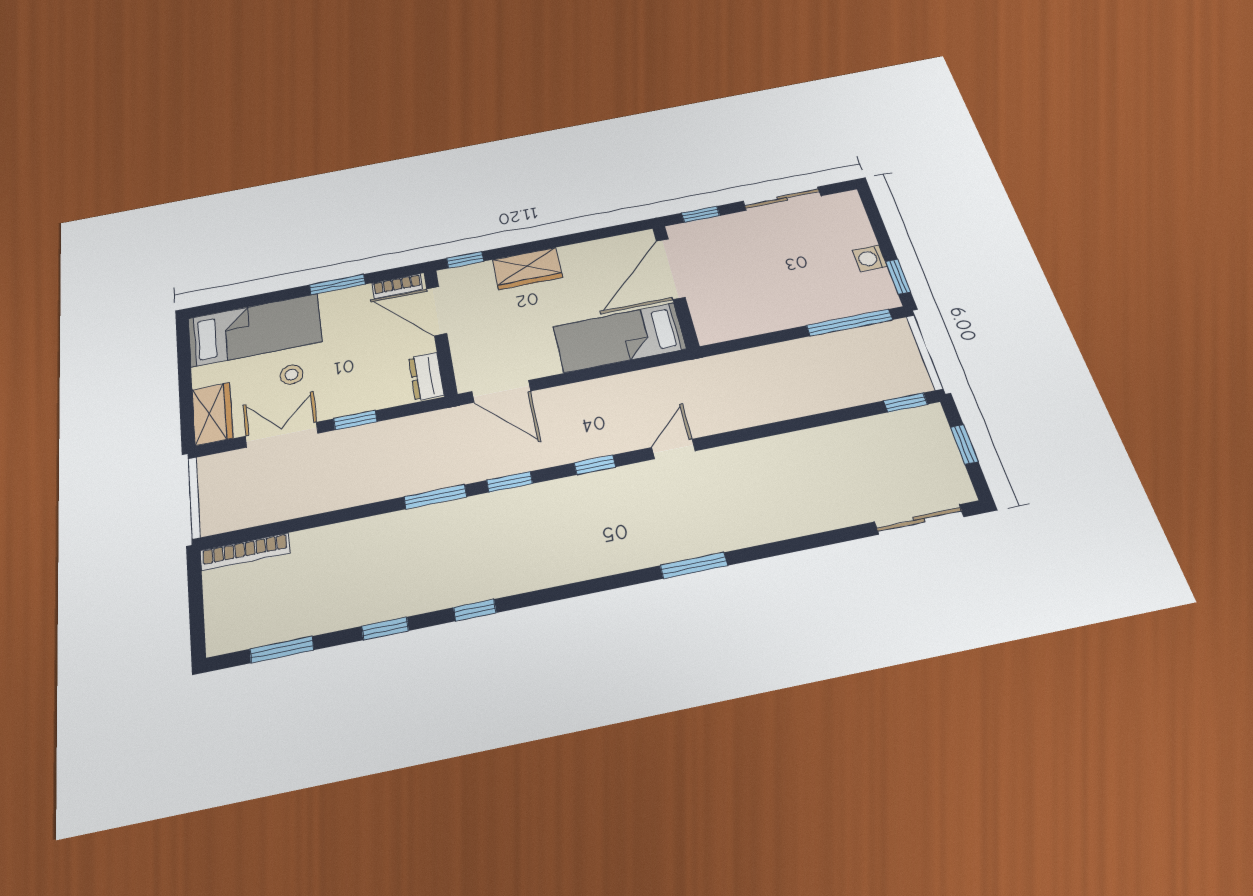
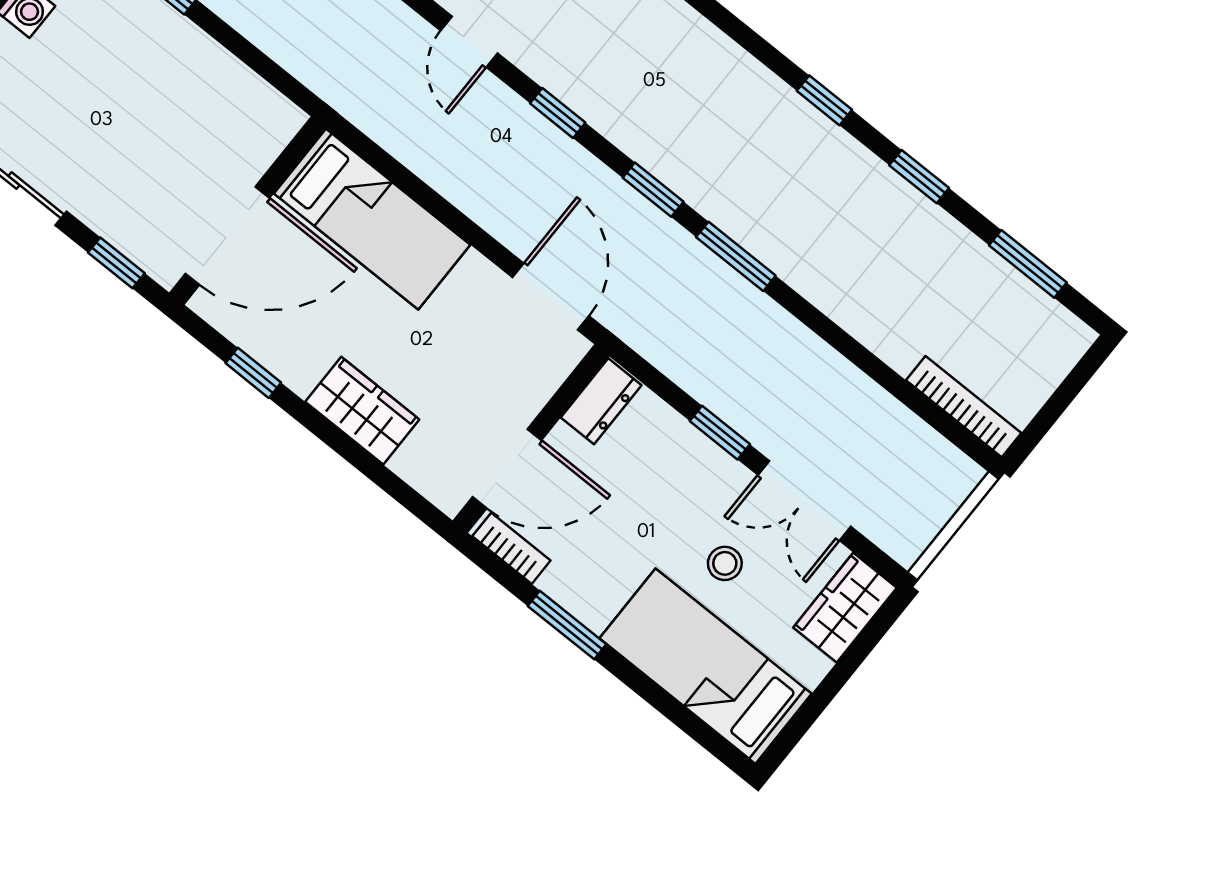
window: (465, 260) -> (253, 373), moved
door: (437, 311) -> (507, 469), hinge flipped
door: (673, 449) -> (469, 42), hinge flipped

